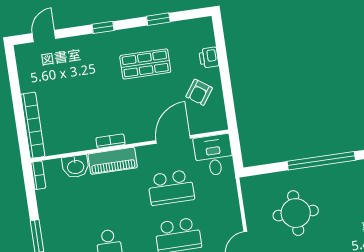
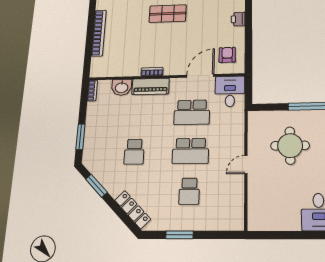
shop shelf: (145, 64) -> (168, 14), moved
armchair: (199, 92) -> (227, 55), moved, turned 145
bookcase: (33, 125) -> (99, 33), moved

